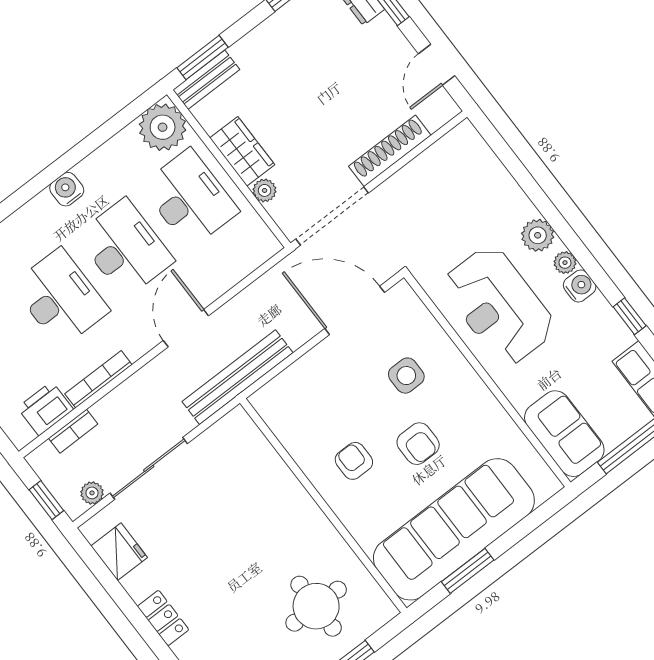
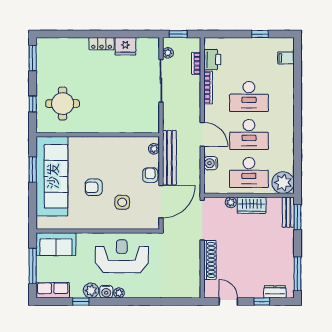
water cooler: (67, 189) -> (211, 163), moved, turned 180
plant: (538, 235) -> (91, 291), moved
bench: (238, 377) -> (169, 158), moved
plant: (274, 391) -> (154, 149), added
armchair: (354, 461) -> (150, 175), moved, turned -90
fridge: (119, 552) -> (125, 46), moved

